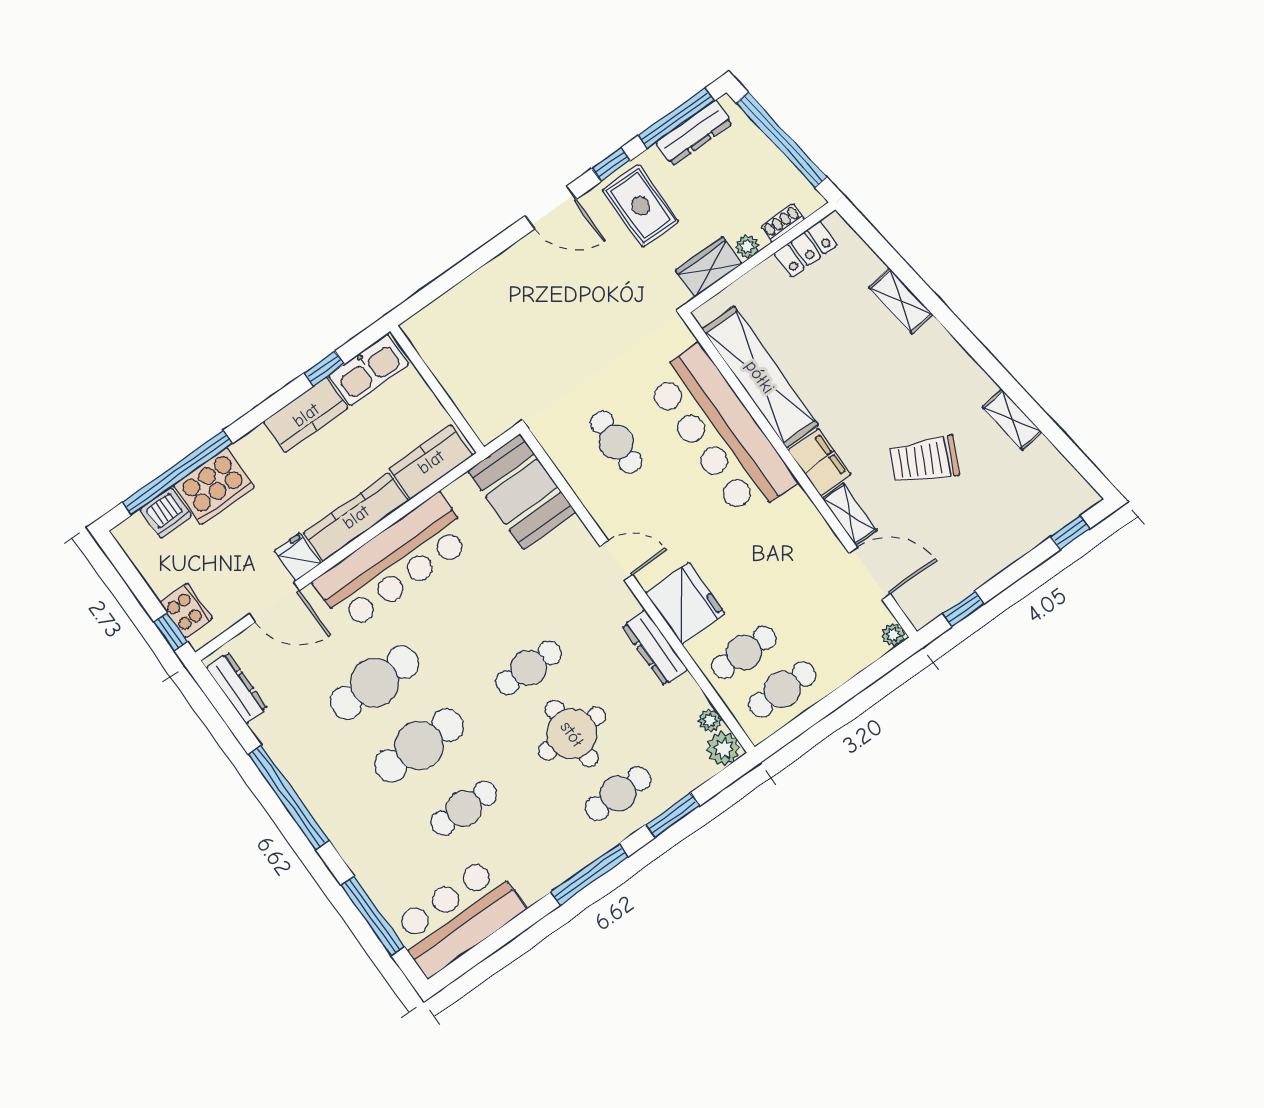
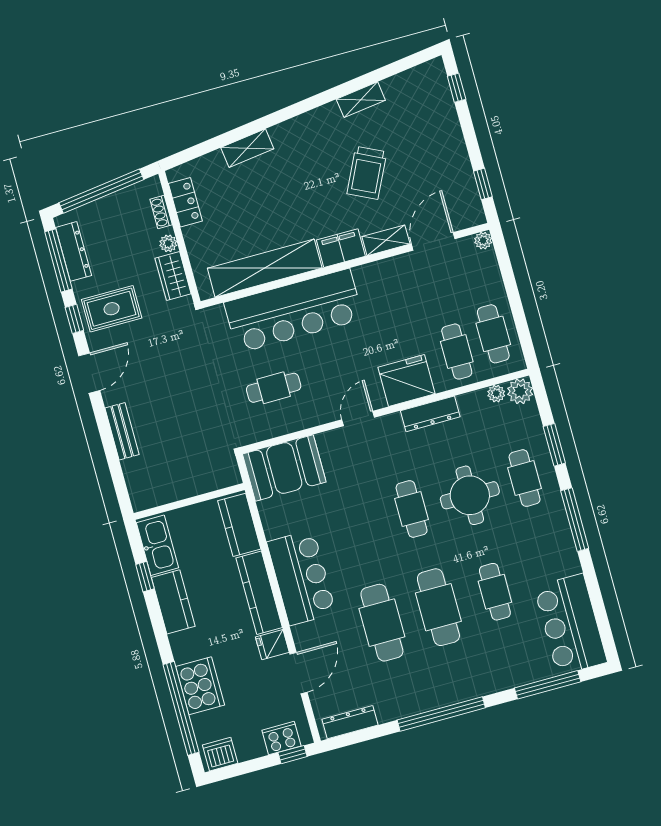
bench: (494, 274) -> (122, 431), added
dishwasher: (166, 513) -> (220, 754), moved, turned -90
bar counter: (394, 562) -> (301, 578), width x0.73

